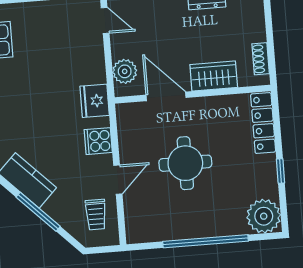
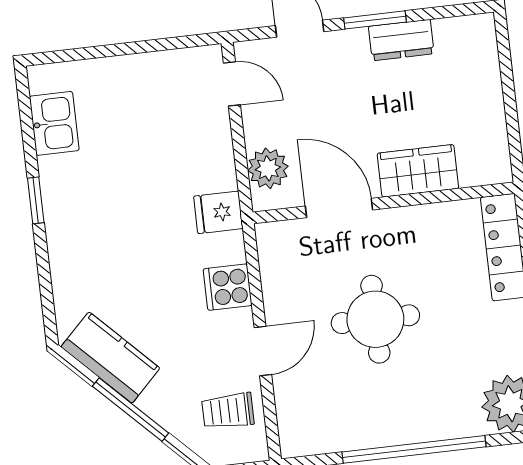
shoe rack: (261, 59) -> (496, 139), removed
fridge: (95, 101) -> (218, 212), width x0.72
trolley: (96, 215) -> (228, 411), turned 90

